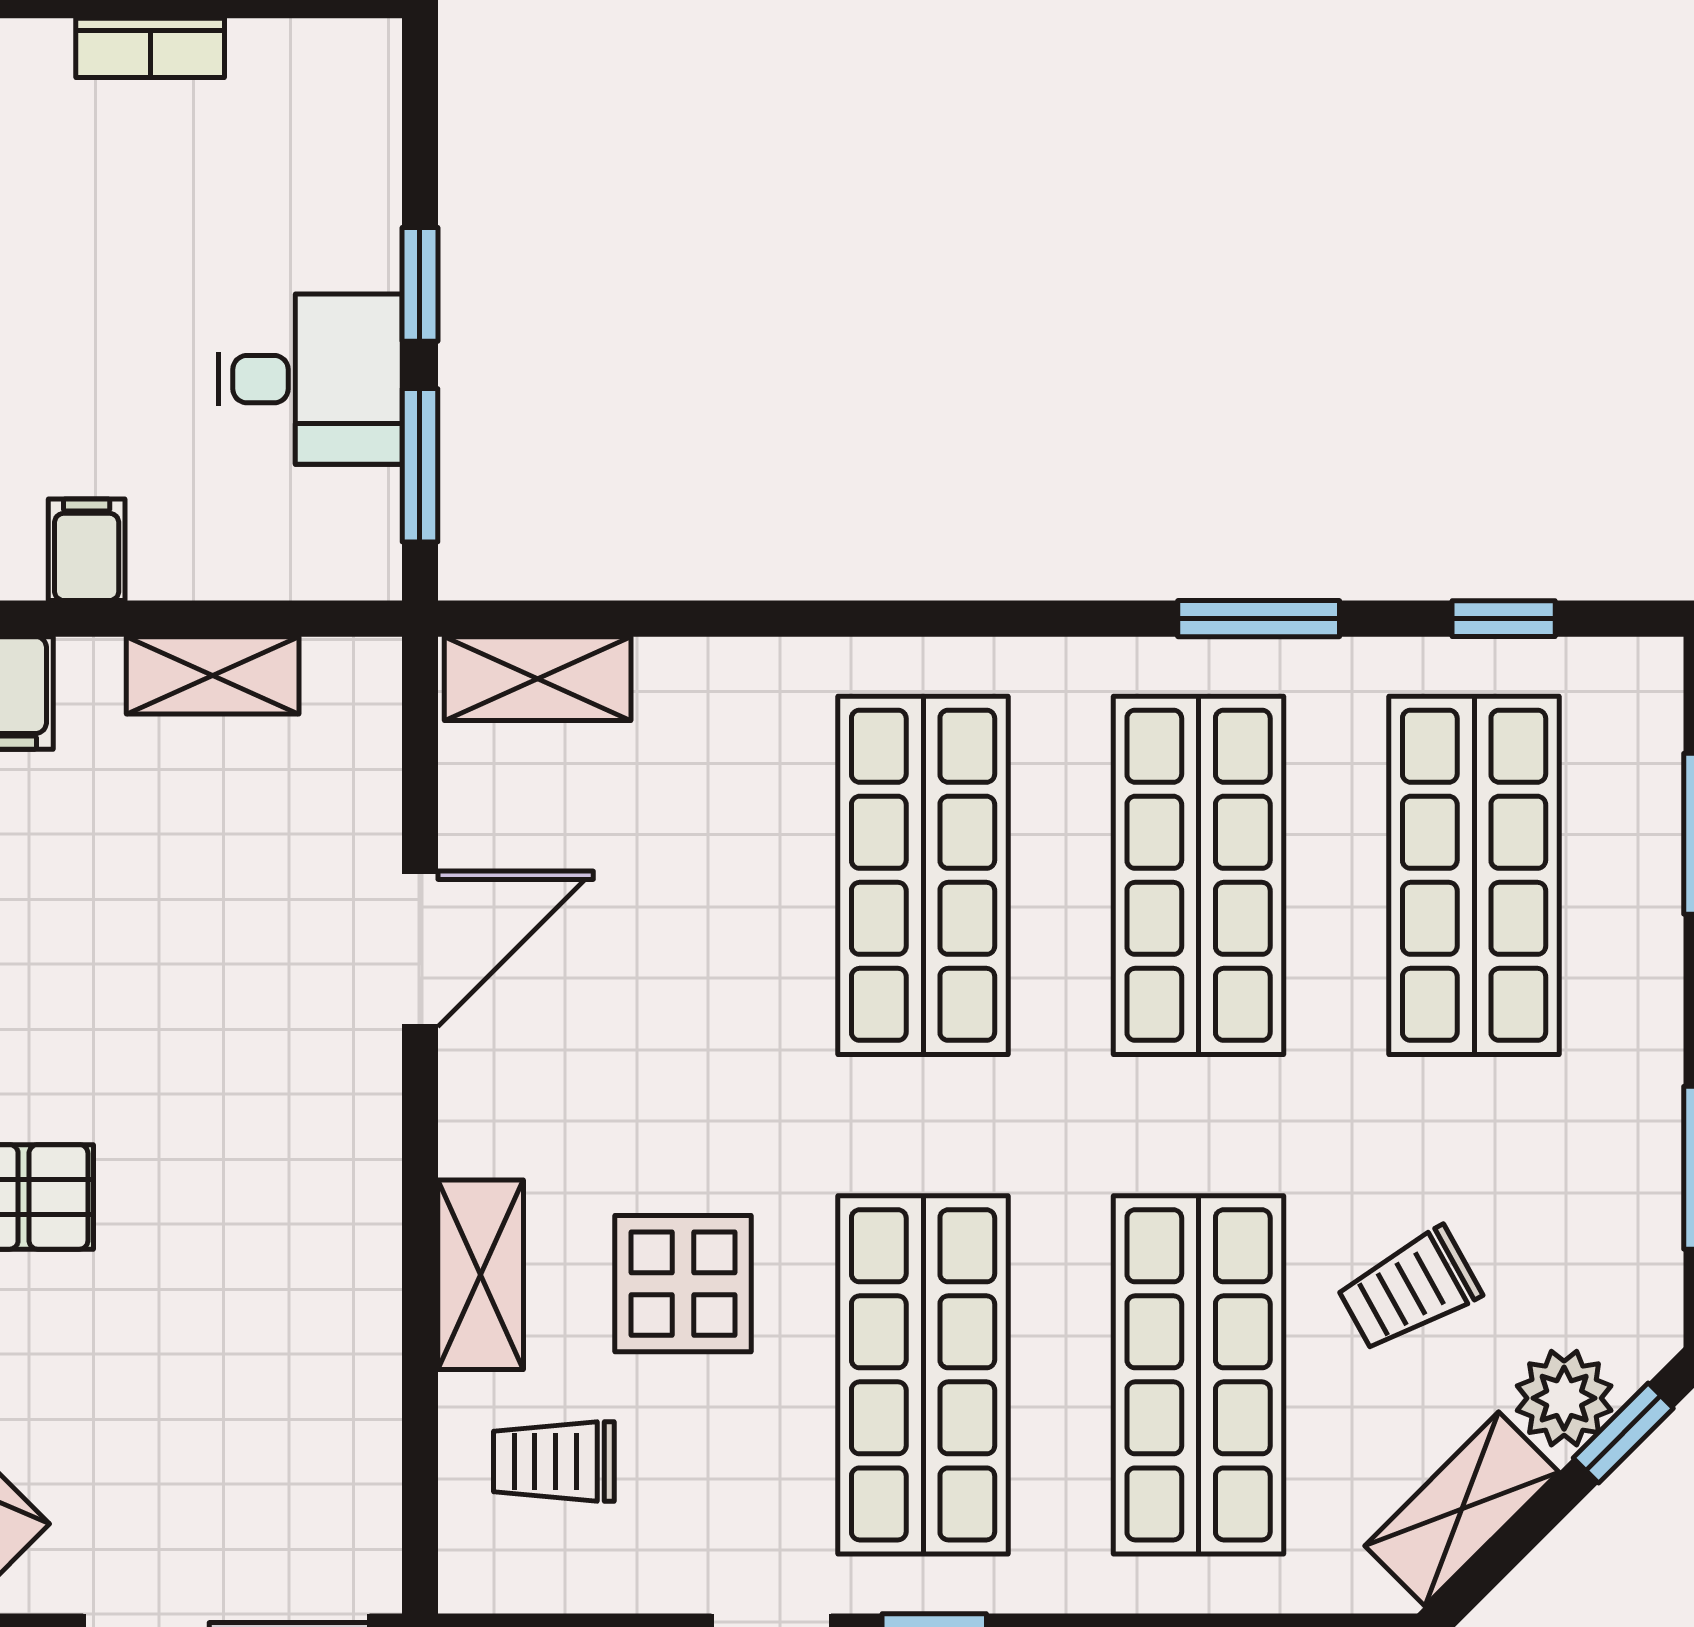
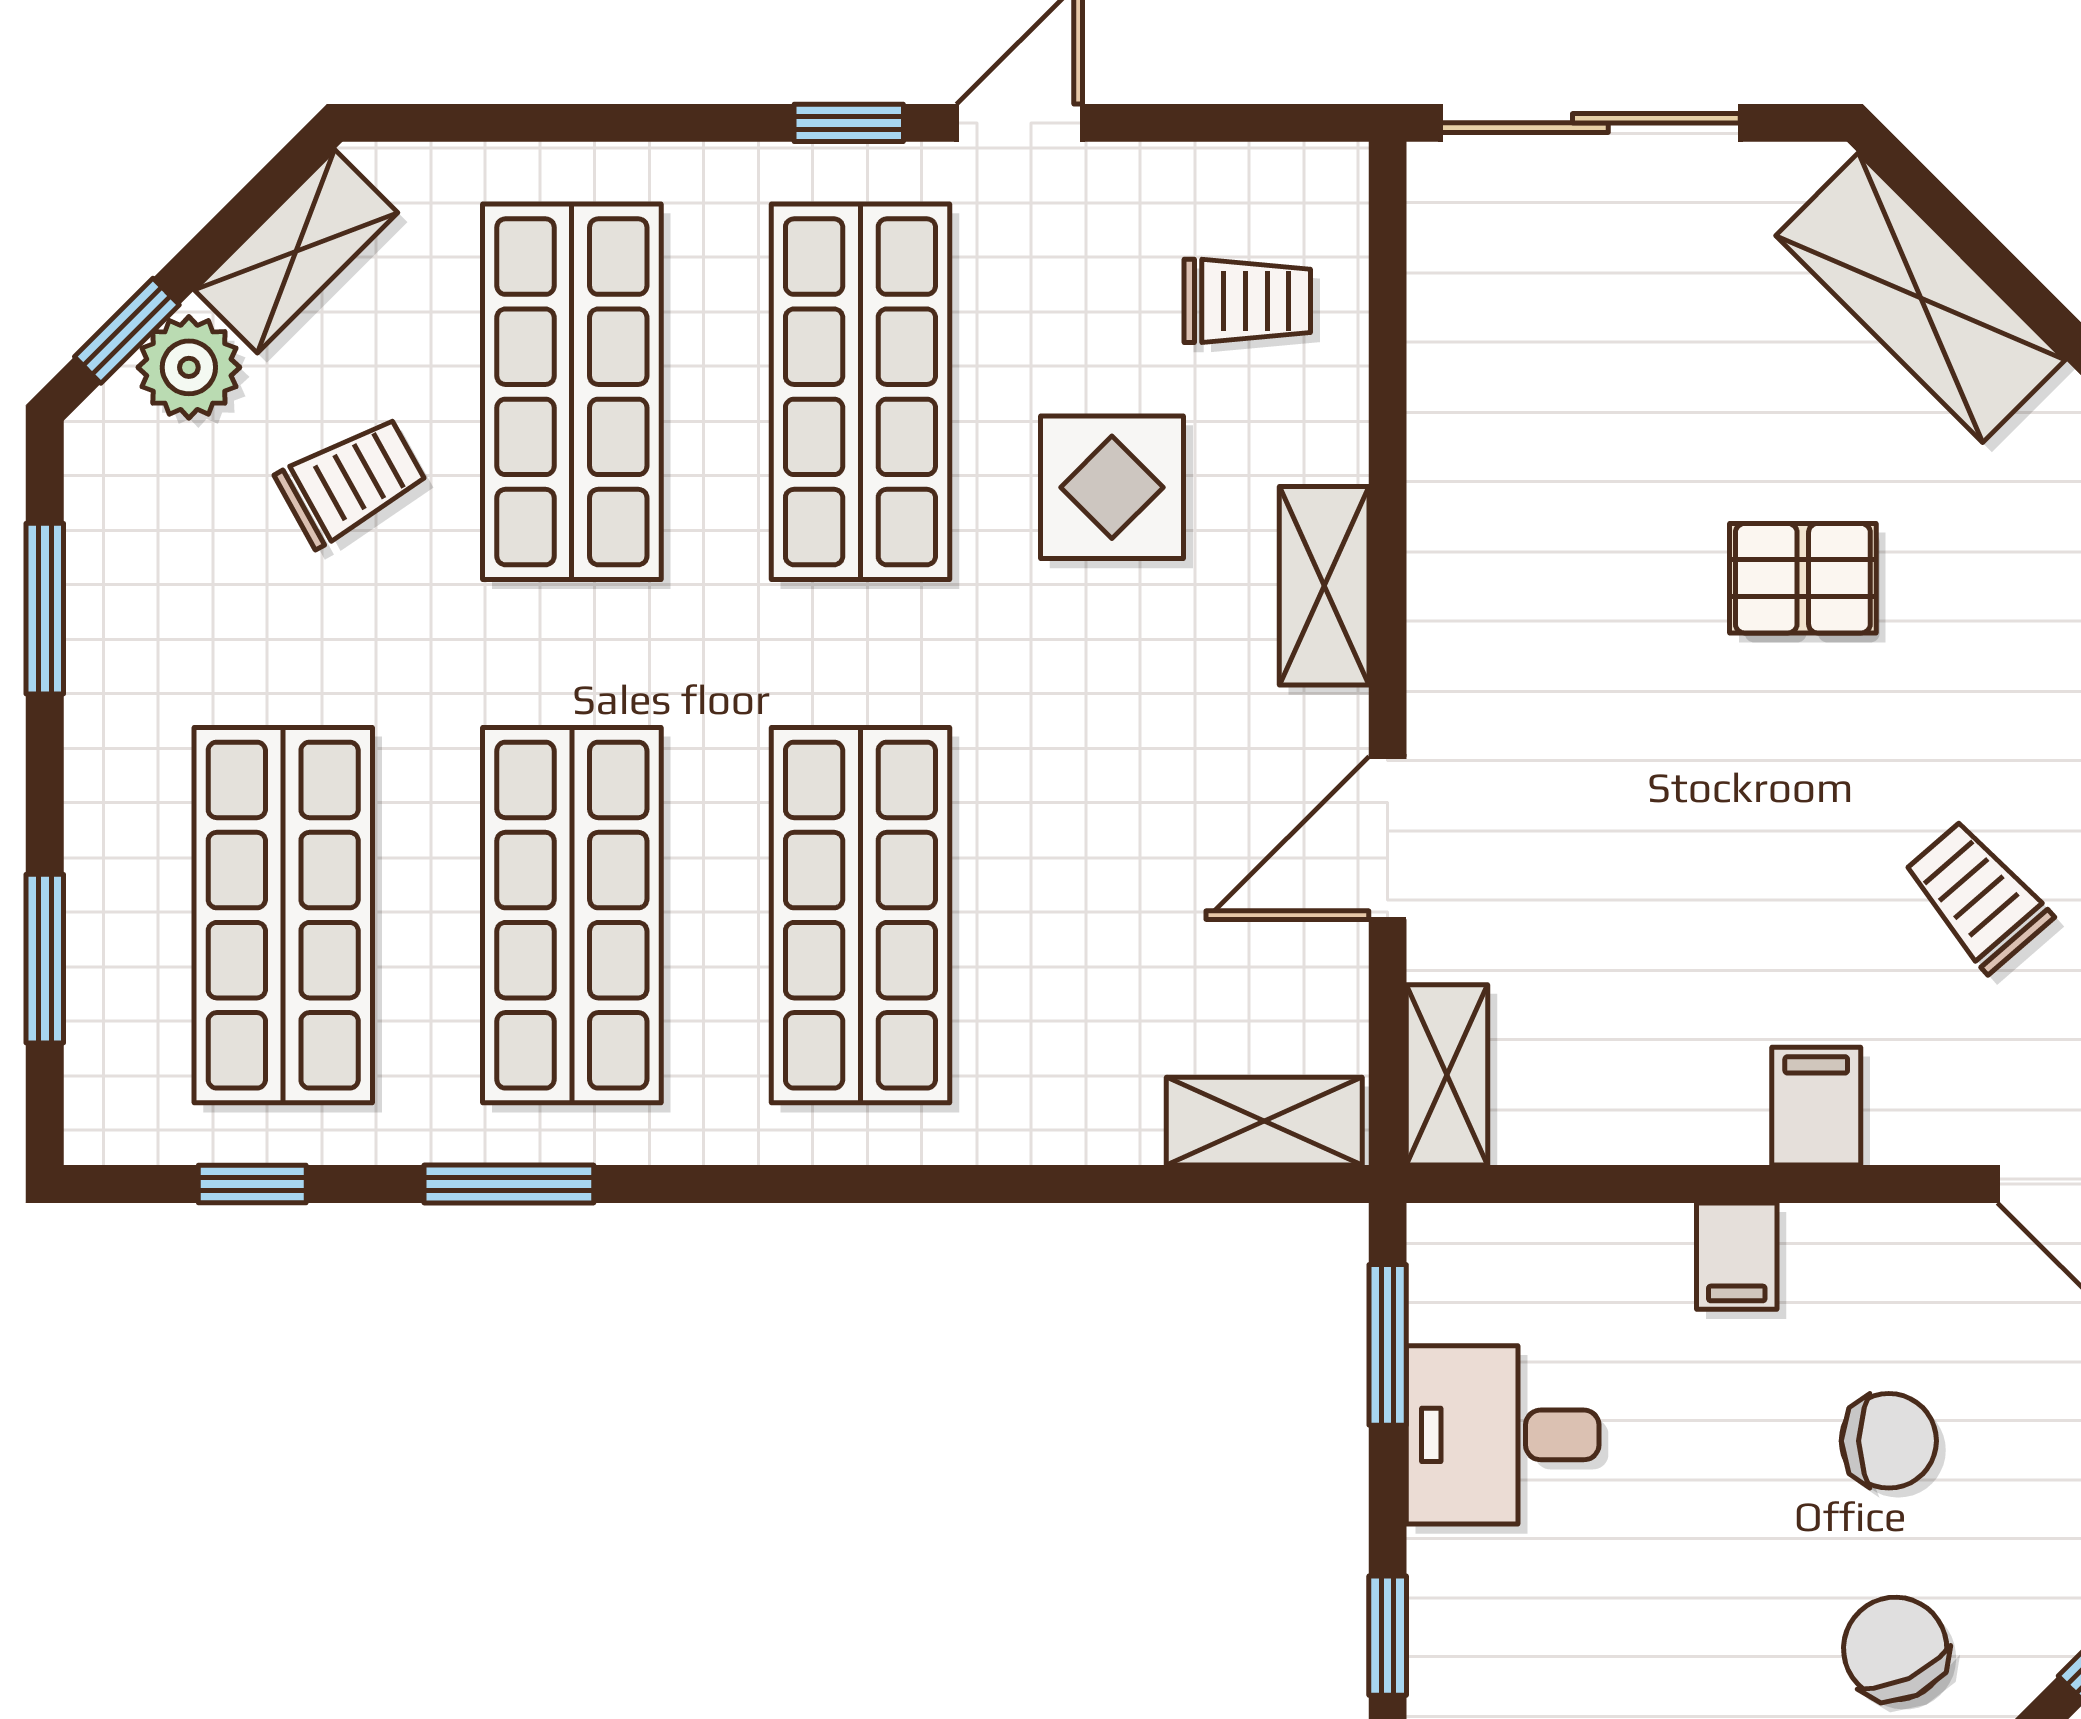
window: (420, 284) -> (1388, 1636), moved
shelving: (213, 675) -> (1447, 1075), moved, turned 90
shelving: (481, 1275) -> (1324, 586), moved

